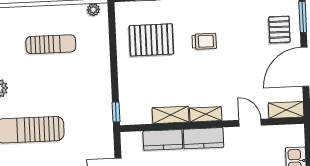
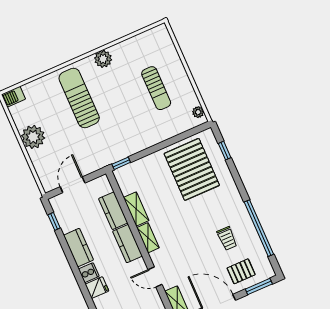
pallet: (151, 40) -> (192, 169), width x1.37, depth x1.41
trolley: (204, 41) -> (227, 238), moved
door: (250, 123) -> (155, 277), swing flipped

